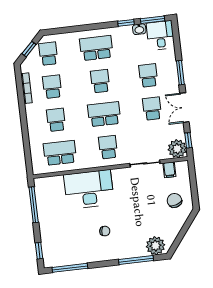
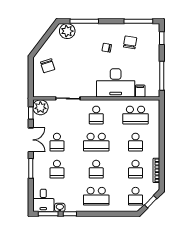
filing cabinet: (169, 170) -> (140, 91), moved
chair: (77, 241) -> (130, 42), added

